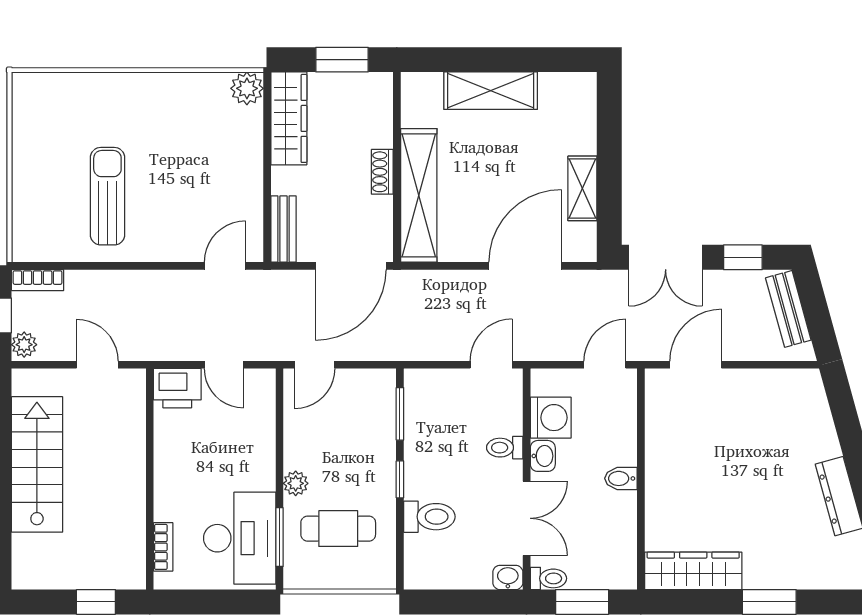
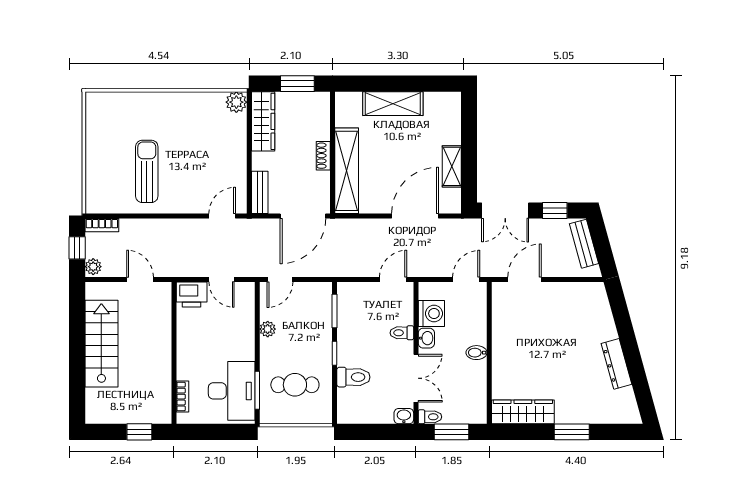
plant: (296, 483) -> (268, 329), moved

